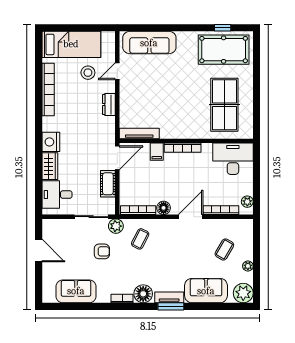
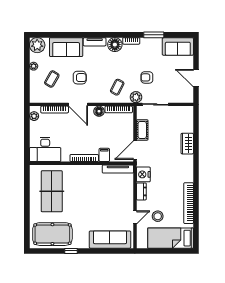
window: (223, 28) -> (71, 251), moved
nightstand: (51, 142) -> (143, 174), moved, turned 180
desk: (57, 195) -> (182, 122), removed
door: (191, 217) -> (78, 104), hinge flipped
armchair: (188, 251) -> (80, 78), added
sofa: (76, 291) -> (178, 46), moved
window: (171, 306) -> (154, 35), moved

